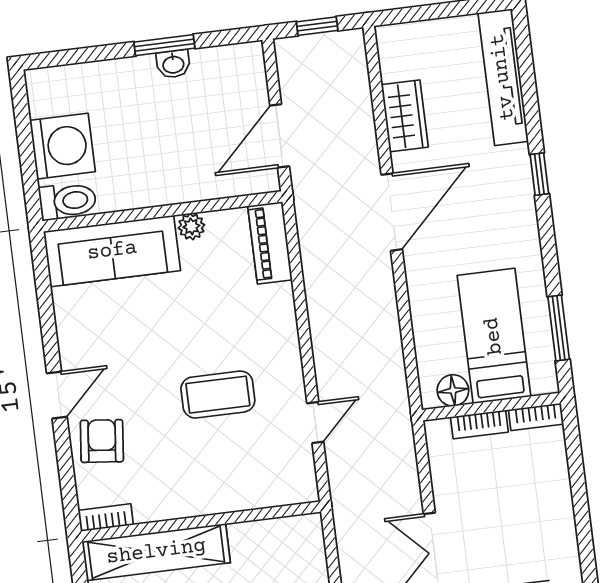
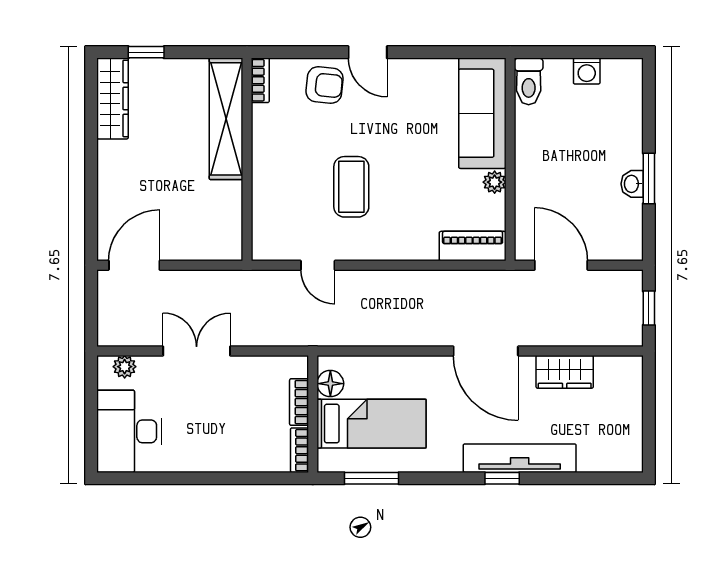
tv unit: (503, 77) -> (520, 458), moved
washing machine: (62, 146) -> (587, 71), width x0.53, depth x0.53

